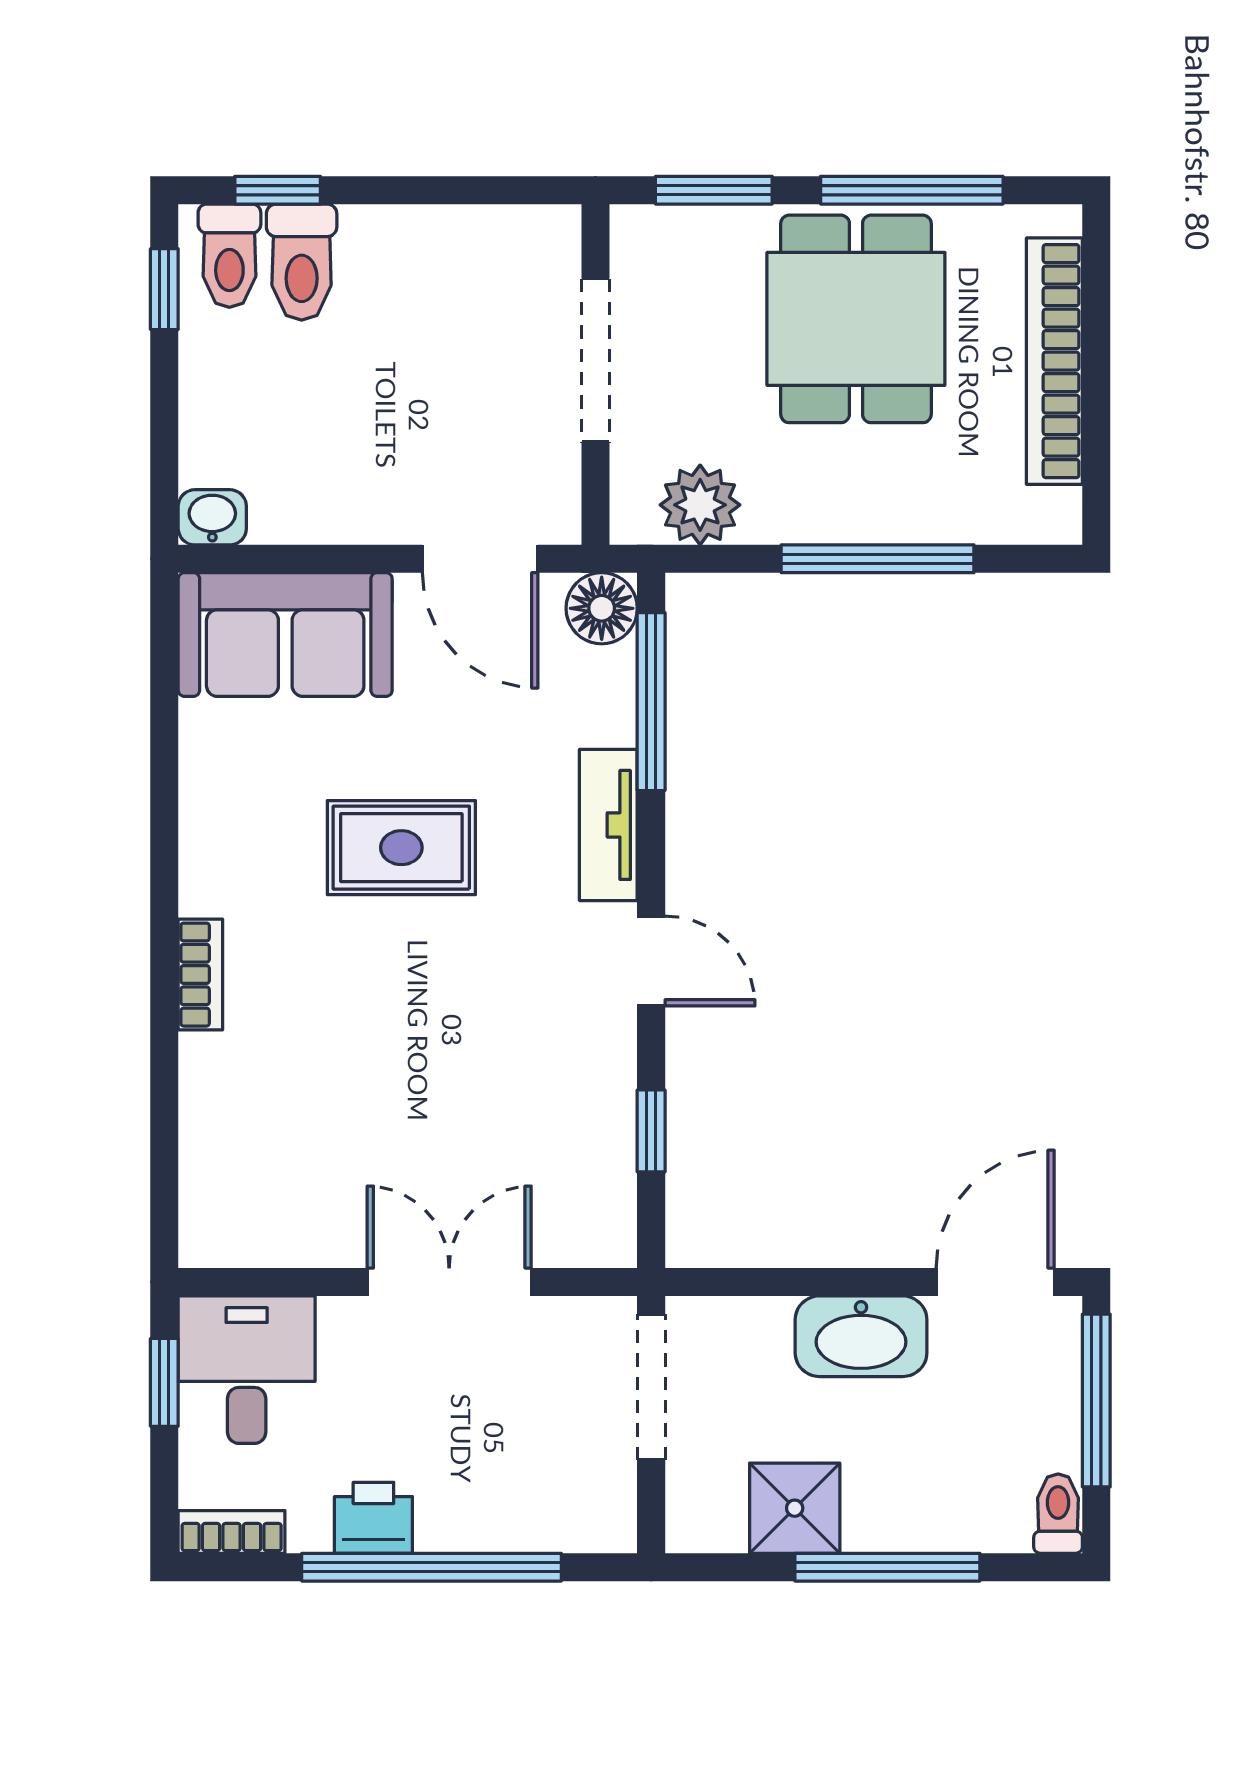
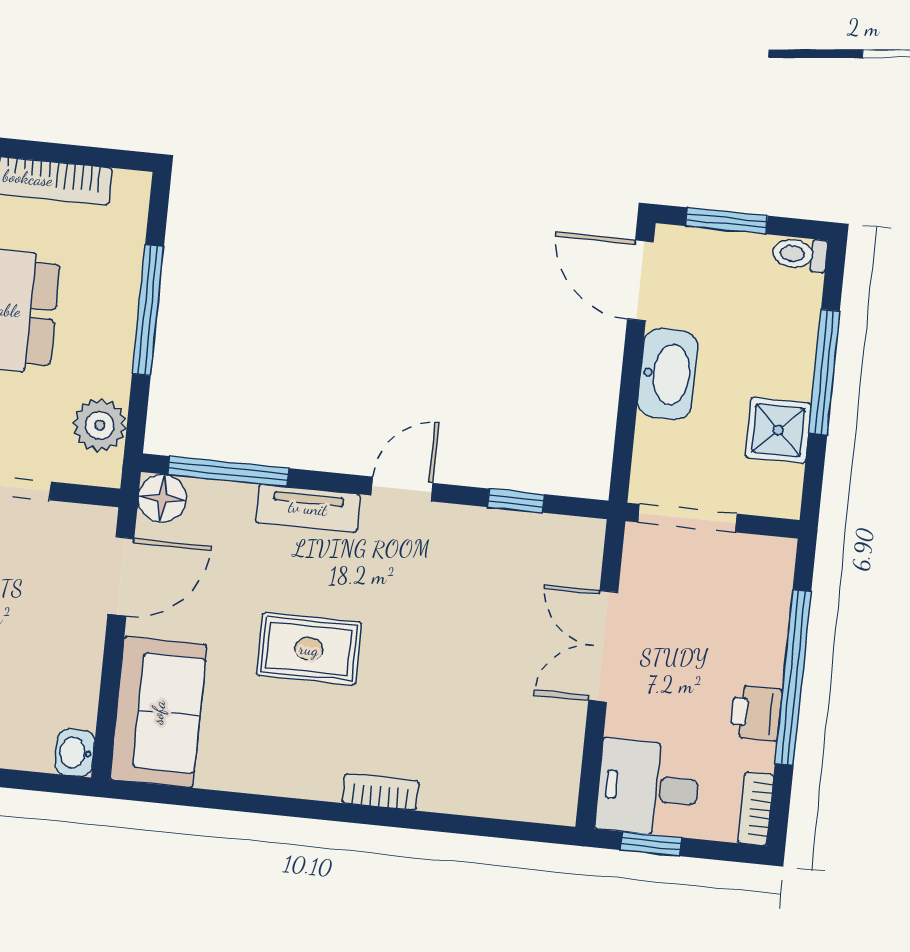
rug: (401, 848) -> (309, 649), turned 90
window: (1096, 1401) -> (727, 221), width x0.69

